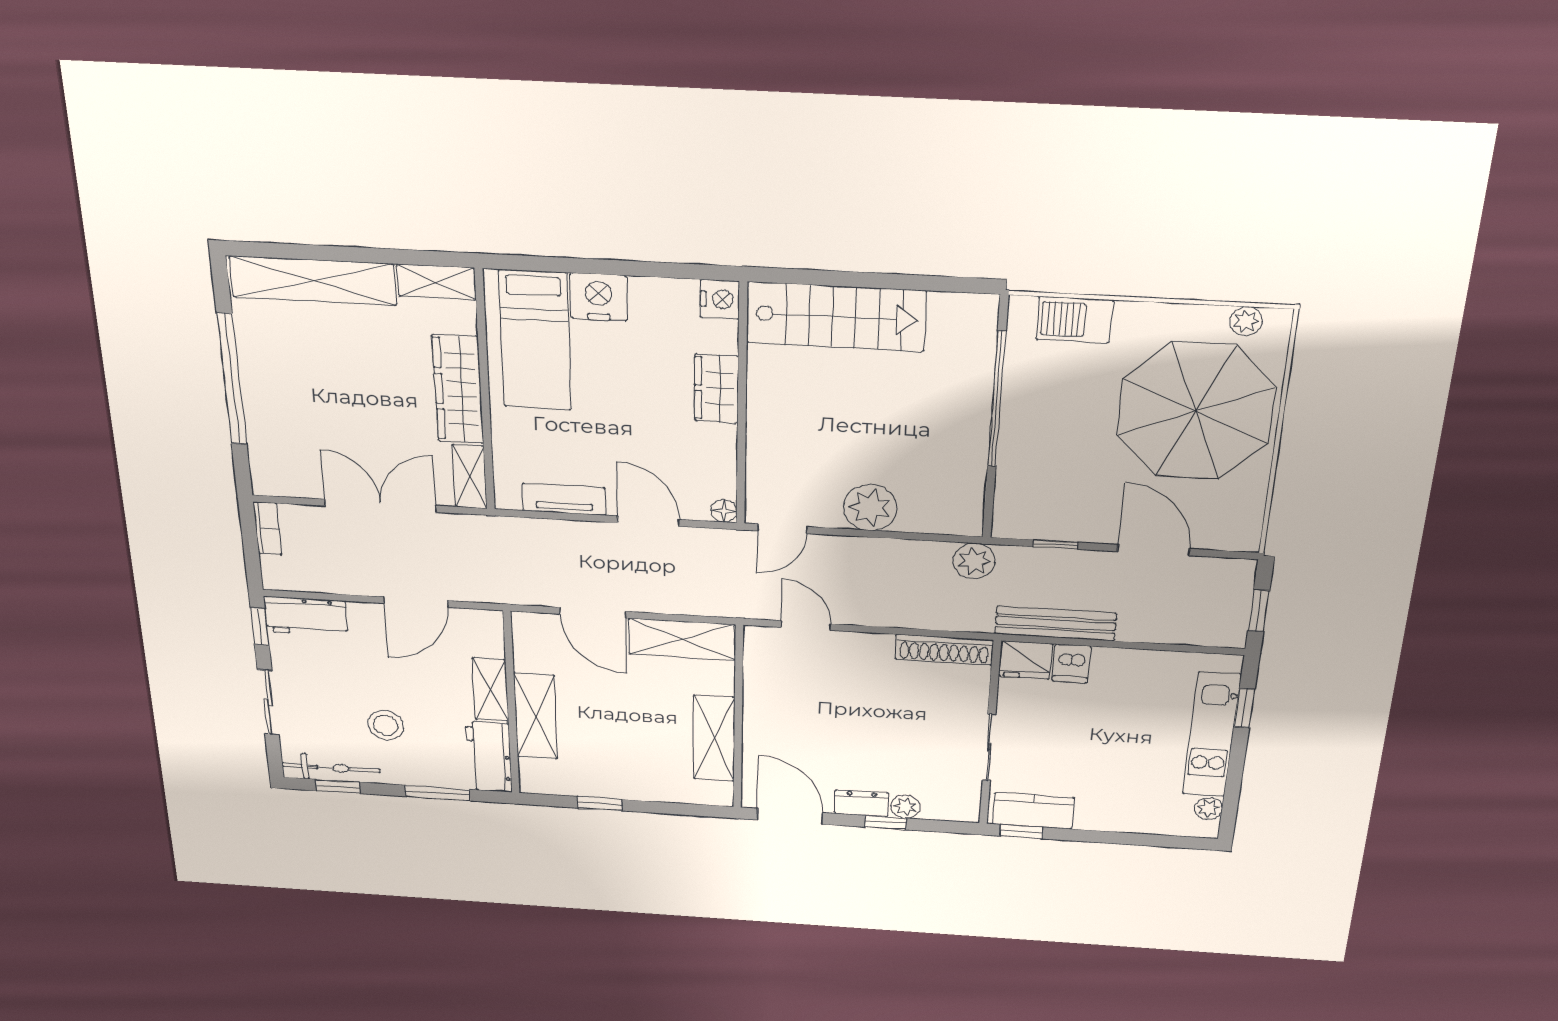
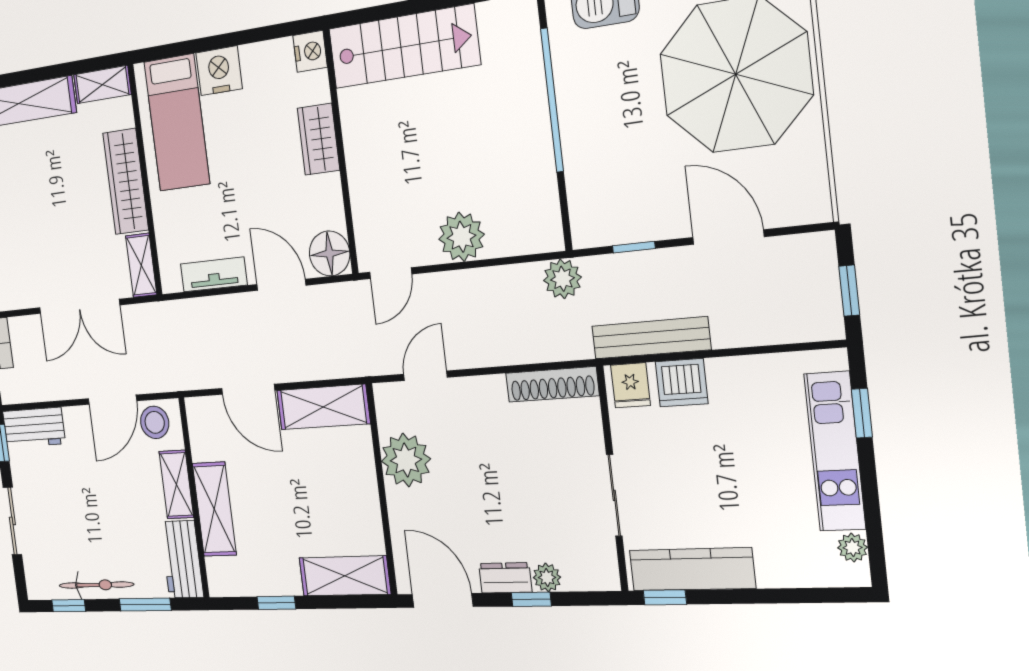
double door: (380, 506) -> (79, 306), swing flipped
floor lamp: (724, 511) -> (330, 253), width x1.89, depth x1.89
door: (806, 626) -> (425, 376), hinge flipped
fridge: (1026, 660) -> (631, 385), width x0.72
dishwasher: (1071, 664) -> (682, 383), width x1.38
plant: (770, 696) -> (406, 460), added
stool: (386, 725) -> (155, 422), moved
shelving: (714, 738) -> (345, 576), moved, turned 90
bicycle: (331, 768) -> (96, 585), moved
kitchen counter: (1033, 811) -> (692, 569), width x1.50

